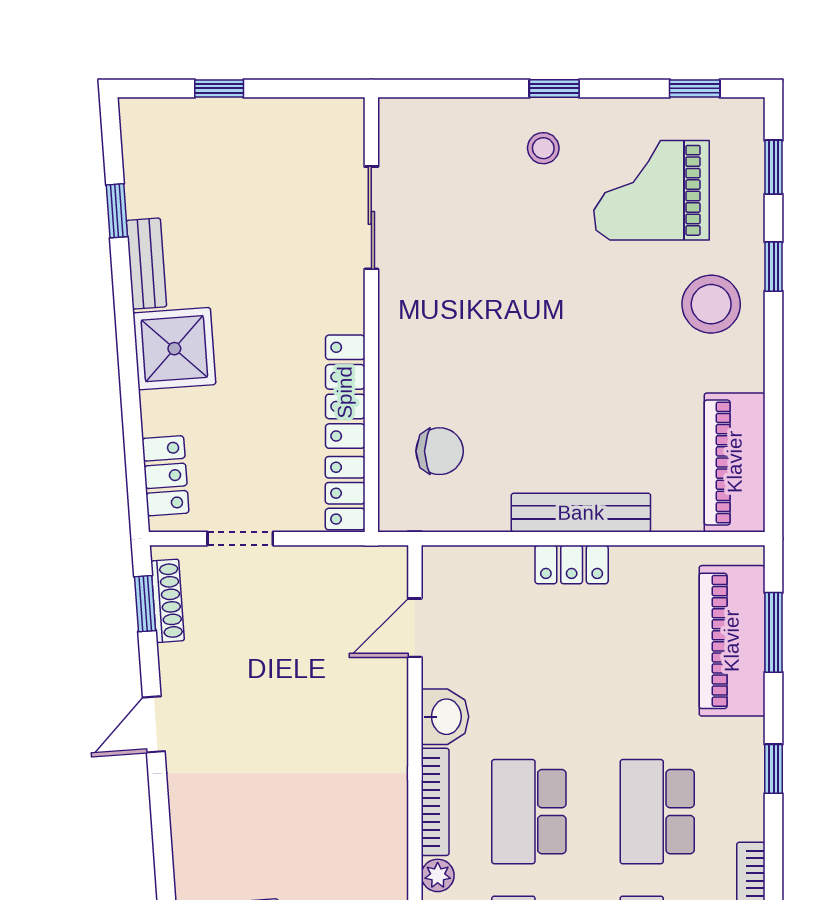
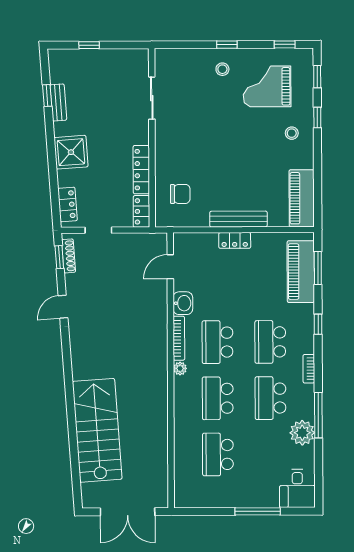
bench: (146, 264) -> (58, 102), moved
stool: (711, 304) -> (292, 133), width x0.53, depth x0.53

